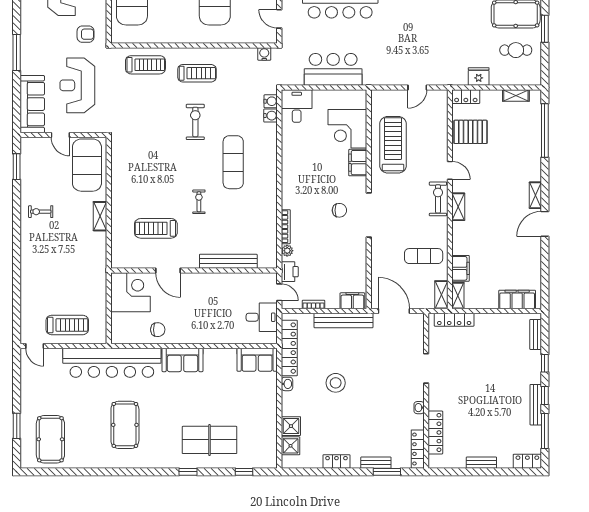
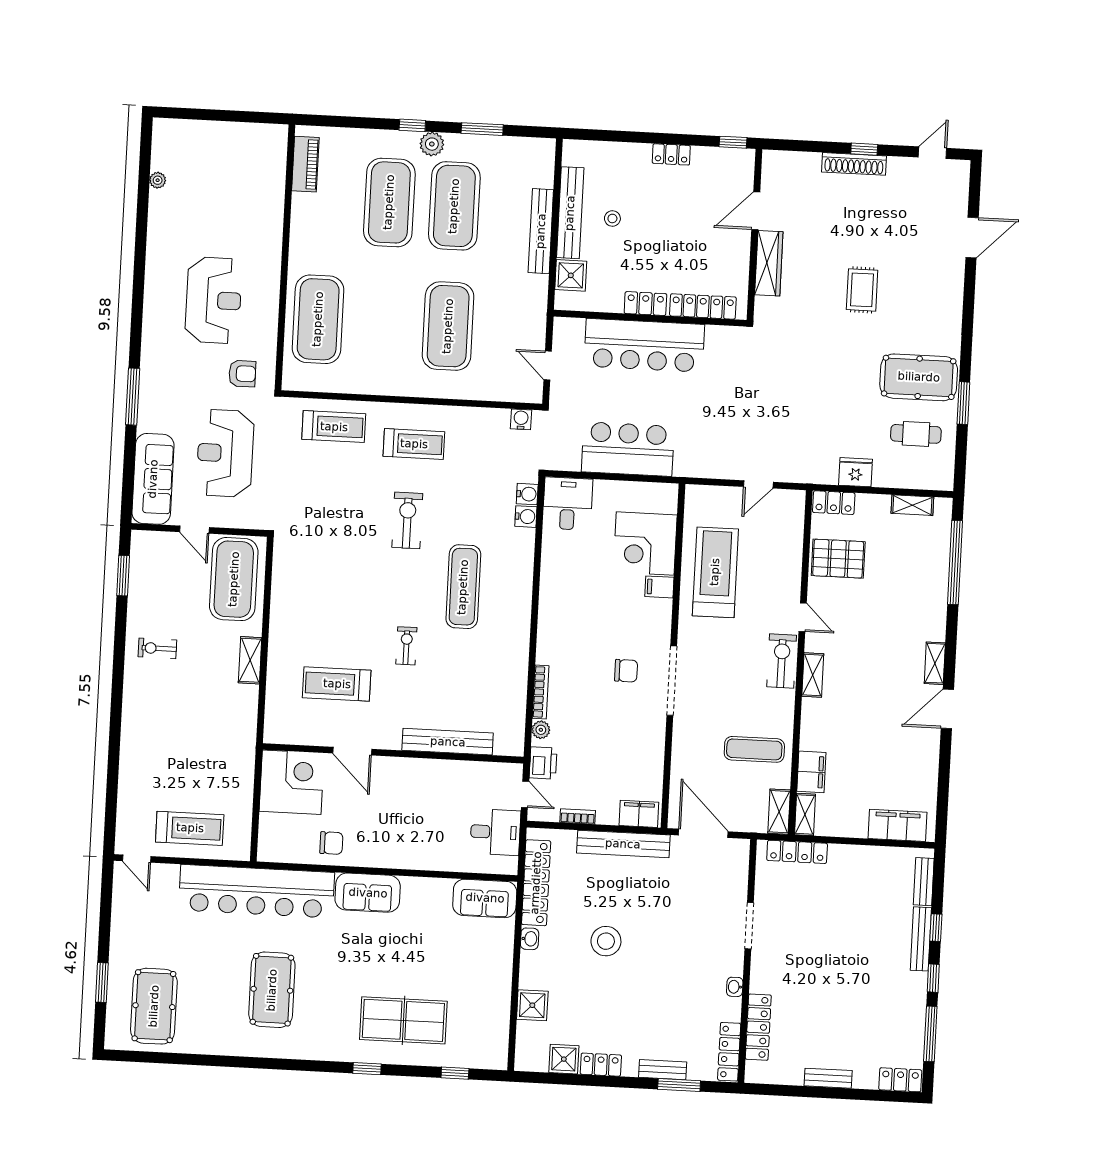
filing cabinet: (358, 163) -> (659, 587), width x0.50
bench: (536, 405) -> (921, 939), moved
shower: (291, 446) -> (564, 1059), moved

